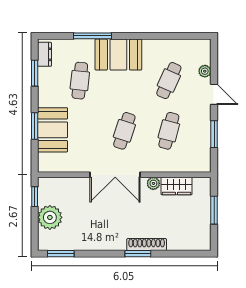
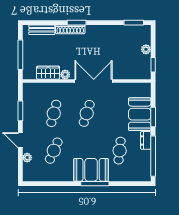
window: (93, 36) -> (95, 184), moved
dresser: (45, 54) -> (146, 140), moved
window: (35, 73) -> (153, 156), width x2.11
window: (214, 210) -> (20, 55), width x1.44
plant: (50, 217) -> (146, 49), width x0.53, depth x0.53
bench: (185, 244) -> (42, 30), added

